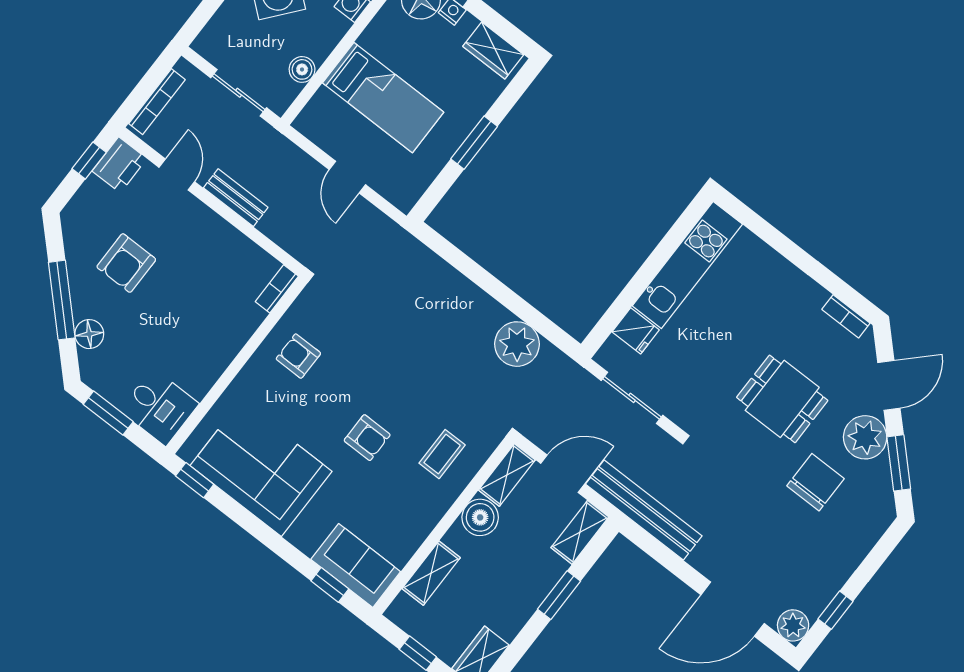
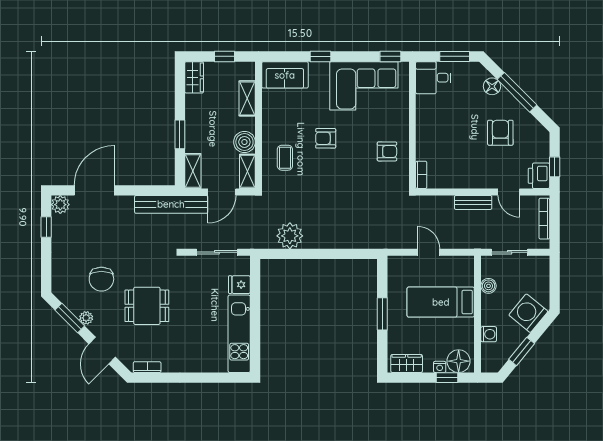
plant: (865, 437) -> (86, 318), width x0.53, depth x0.53
window: (330, 585) -> (321, 56), moved

